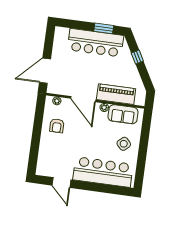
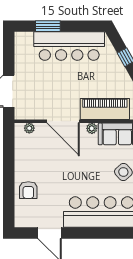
window: (104, 28) -> (48, 26), moved
armchair: (57, 126) -> (28, 190), moved

